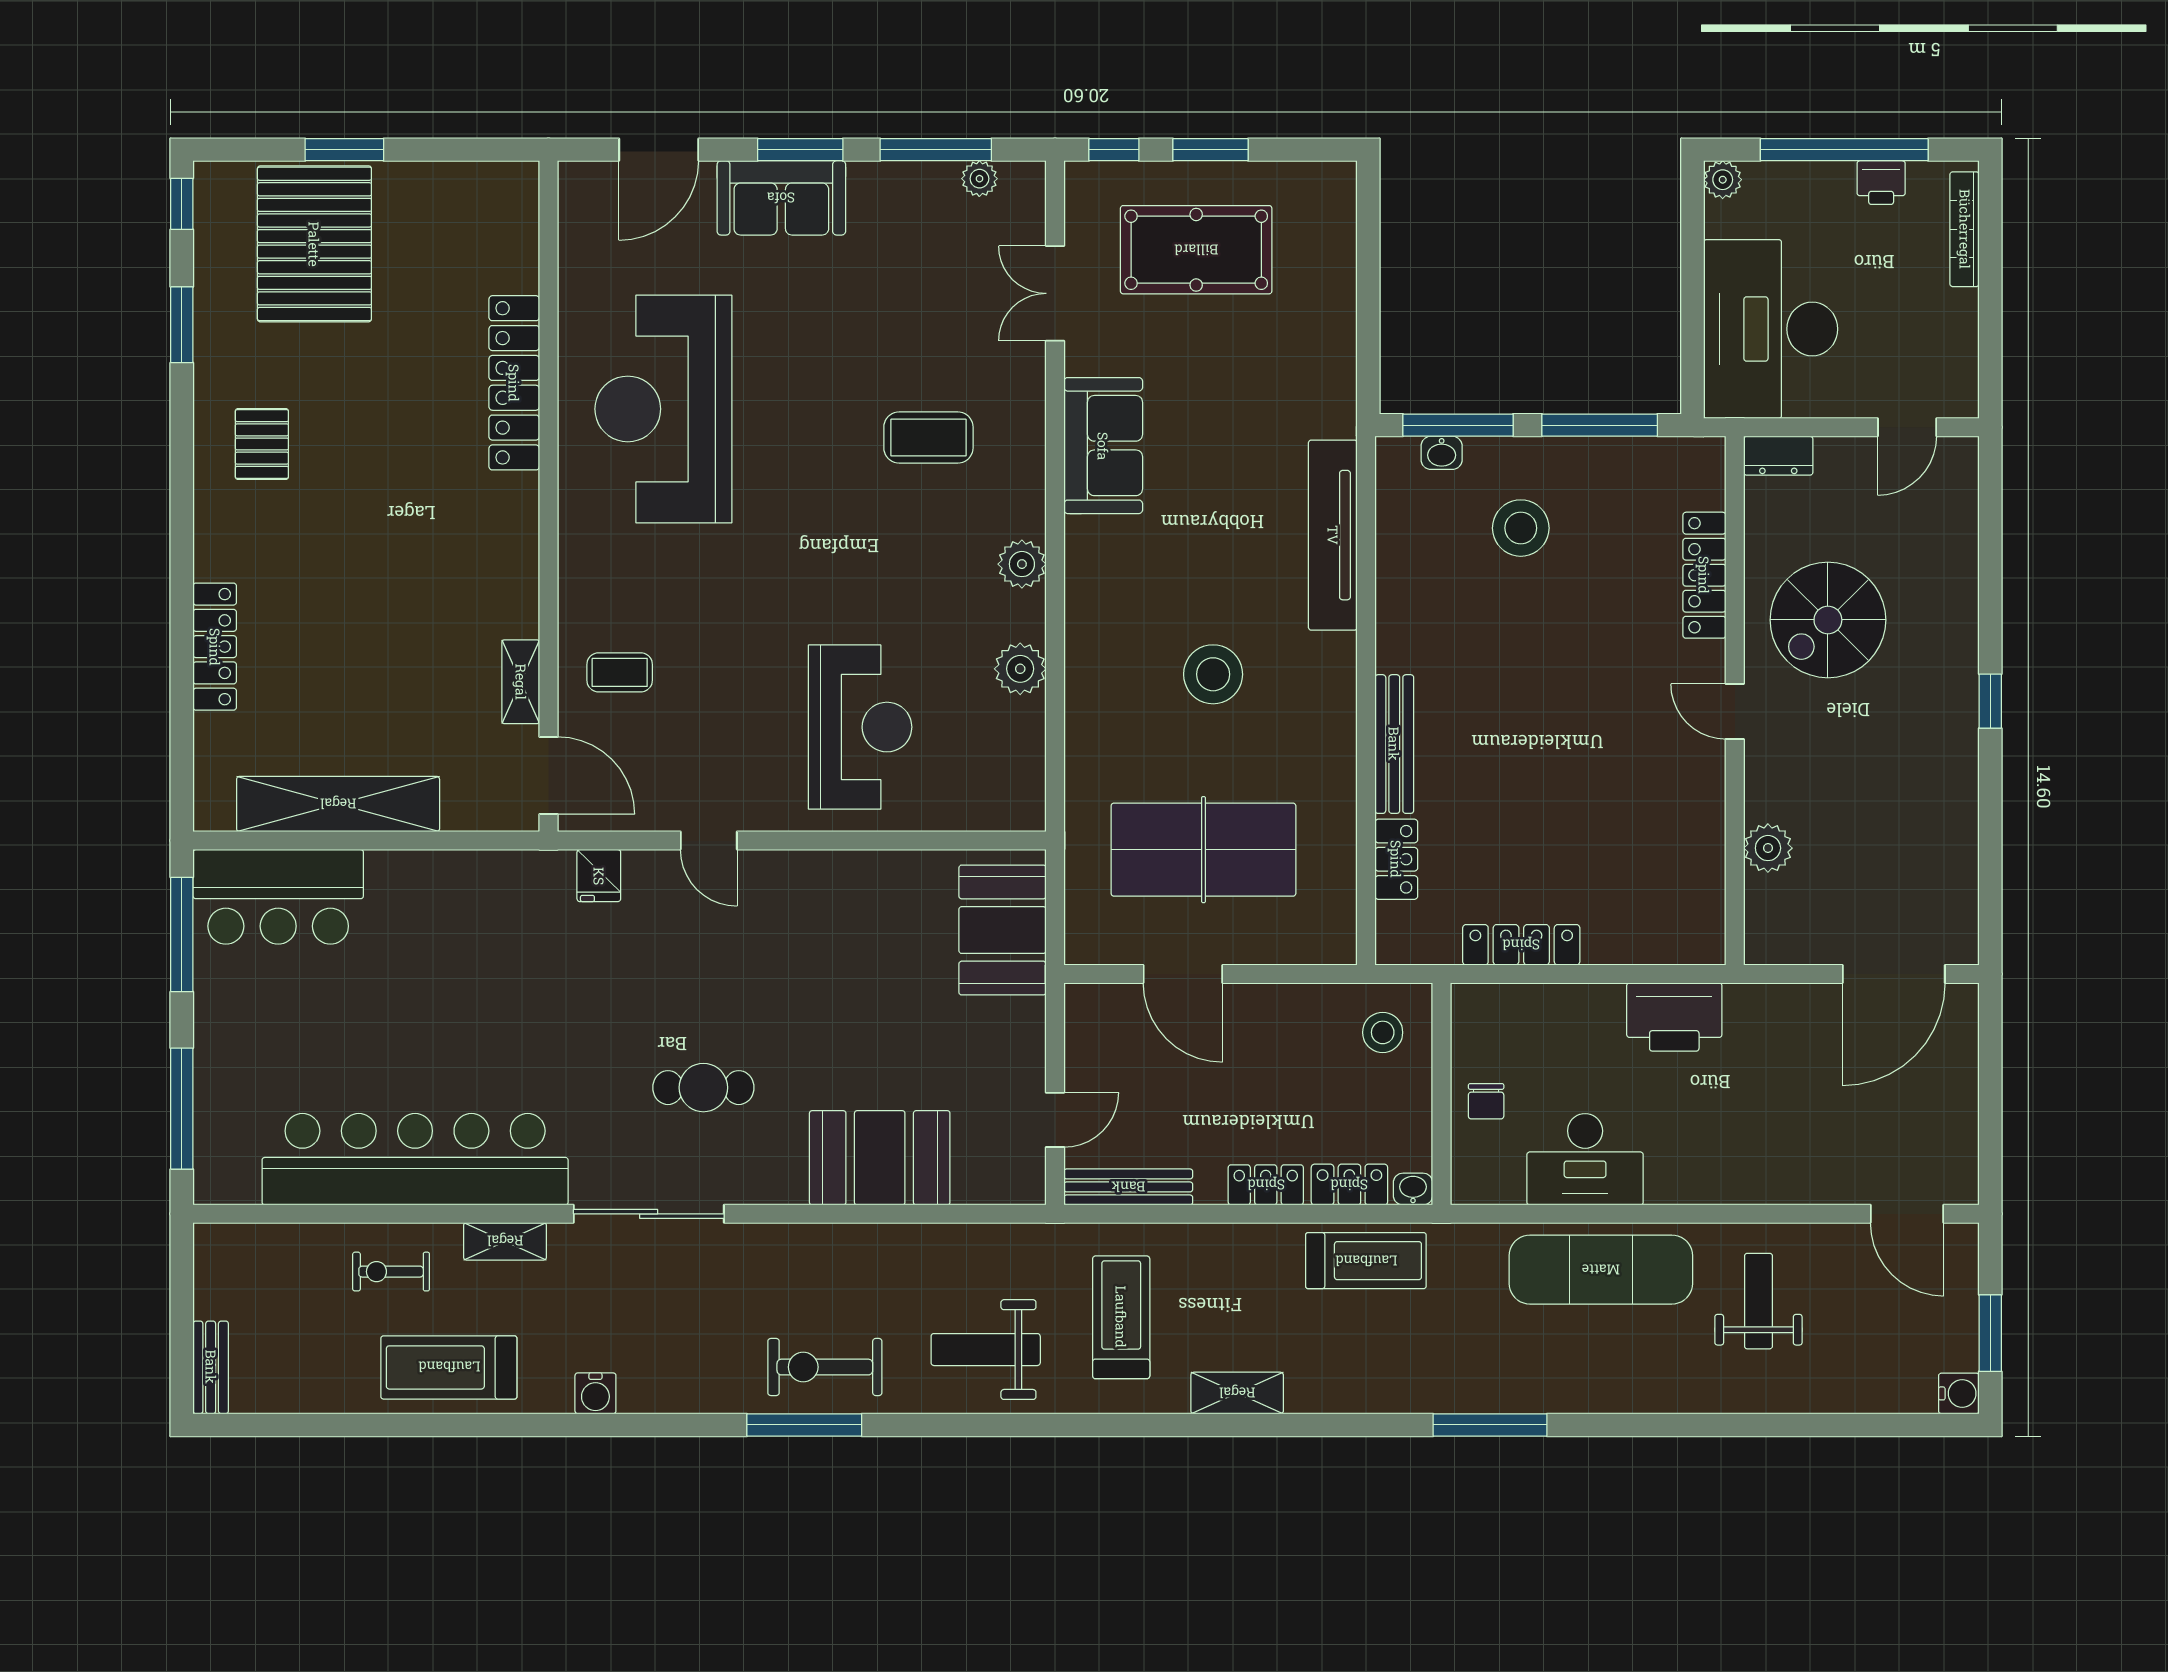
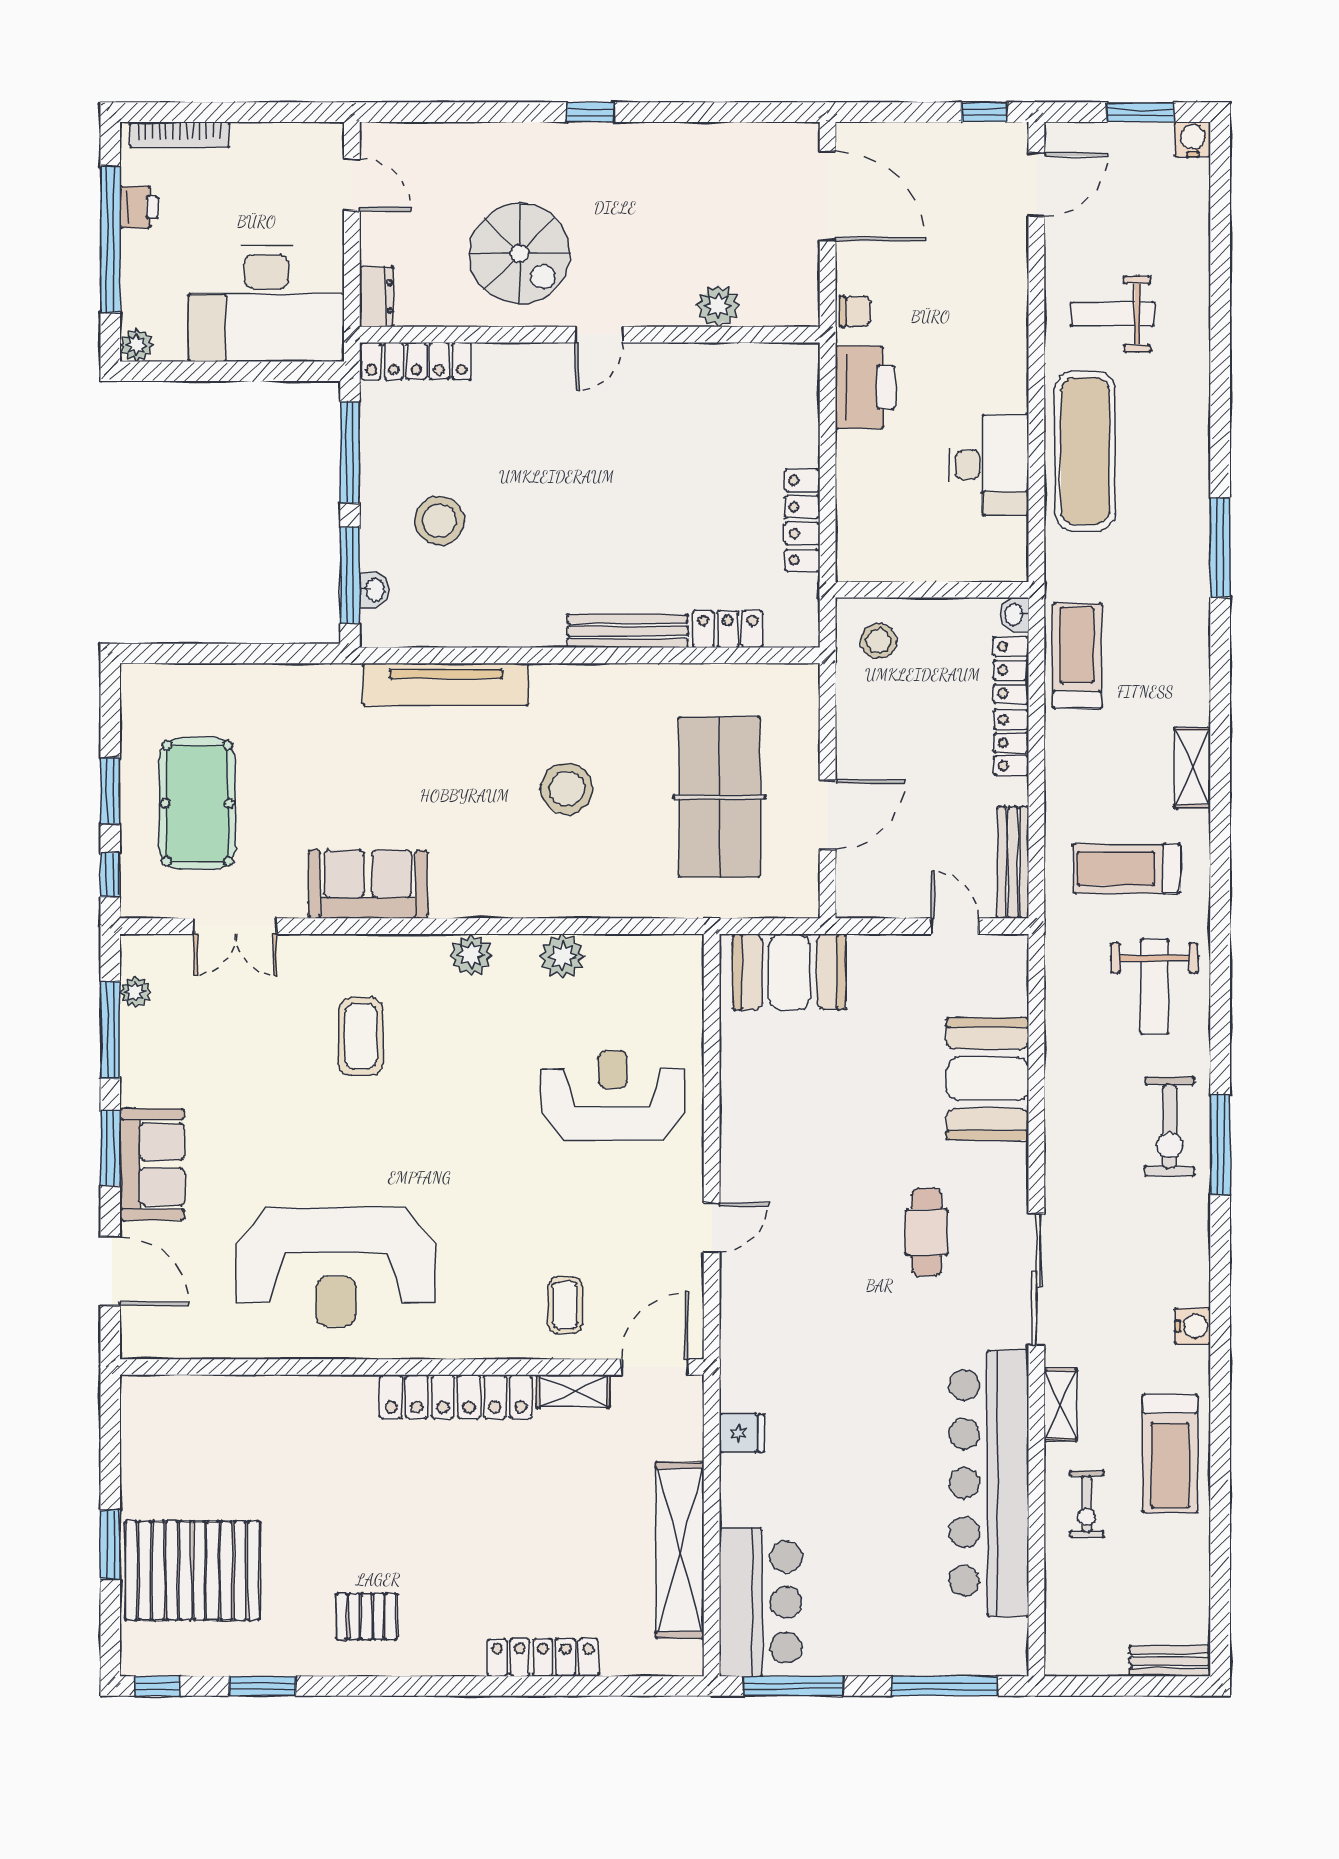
locker: (514, 383) -> (456, 1397), moved
locker: (1704, 575) -> (416, 361), moved
fridge: (599, 876) -> (742, 1433), moved
chair: (1486, 1101) -> (855, 311), moved
window: (1990, 1154) -> (984, 112), added

